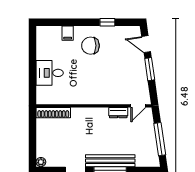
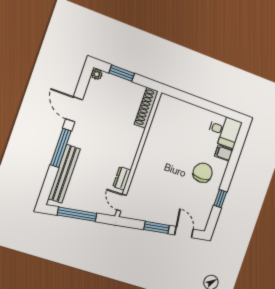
door: (146, 44) -> (184, 232), hinge flipped
desk: (50, 73) -> (224, 131), moved, turned 90
window: (33, 142) -> (122, 73), added
bench: (110, 161) -> (64, 174), moved

